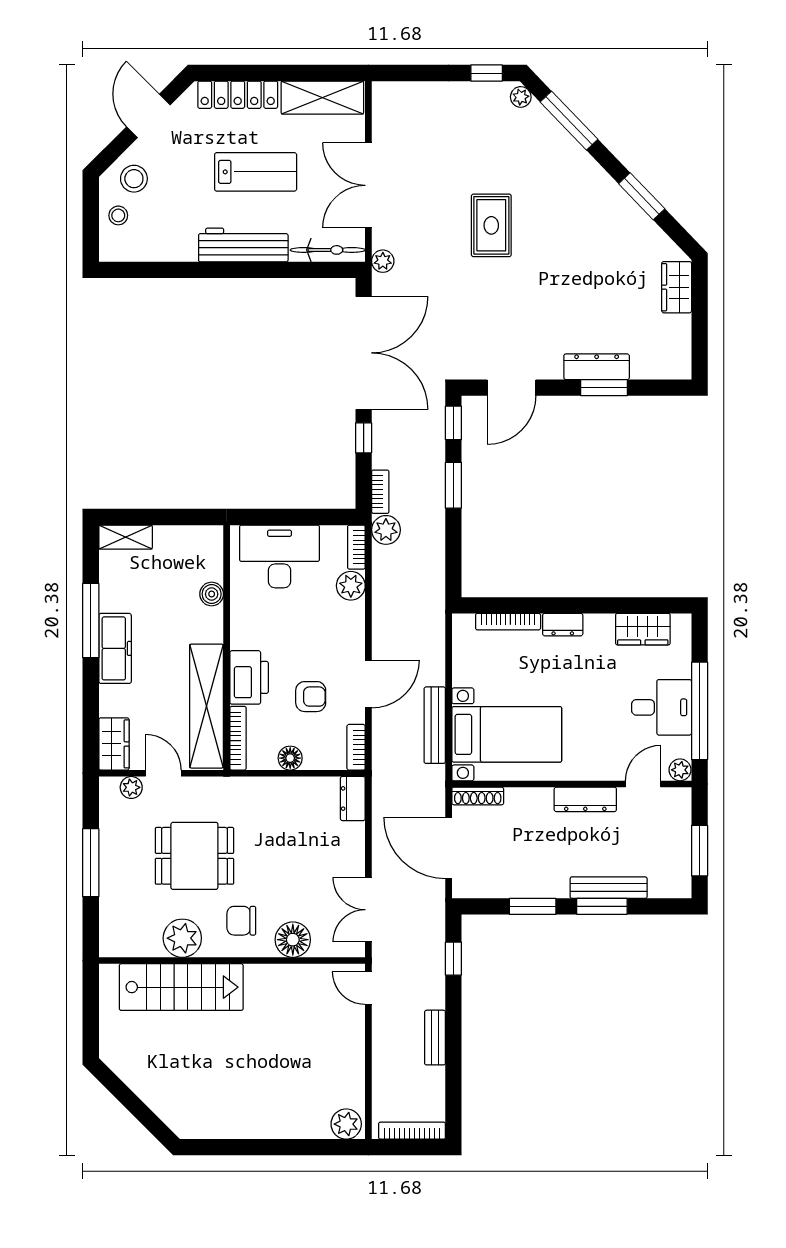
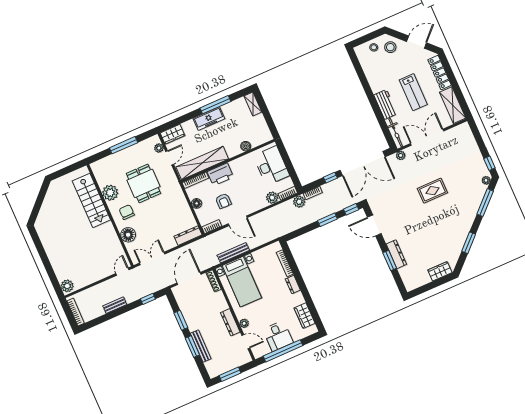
workbench: (243, 245) -> (385, 104), width x0.73
plant: (680, 770) -> (244, 323), moved
dresser: (353, 799) -> (188, 236), width x1.44

